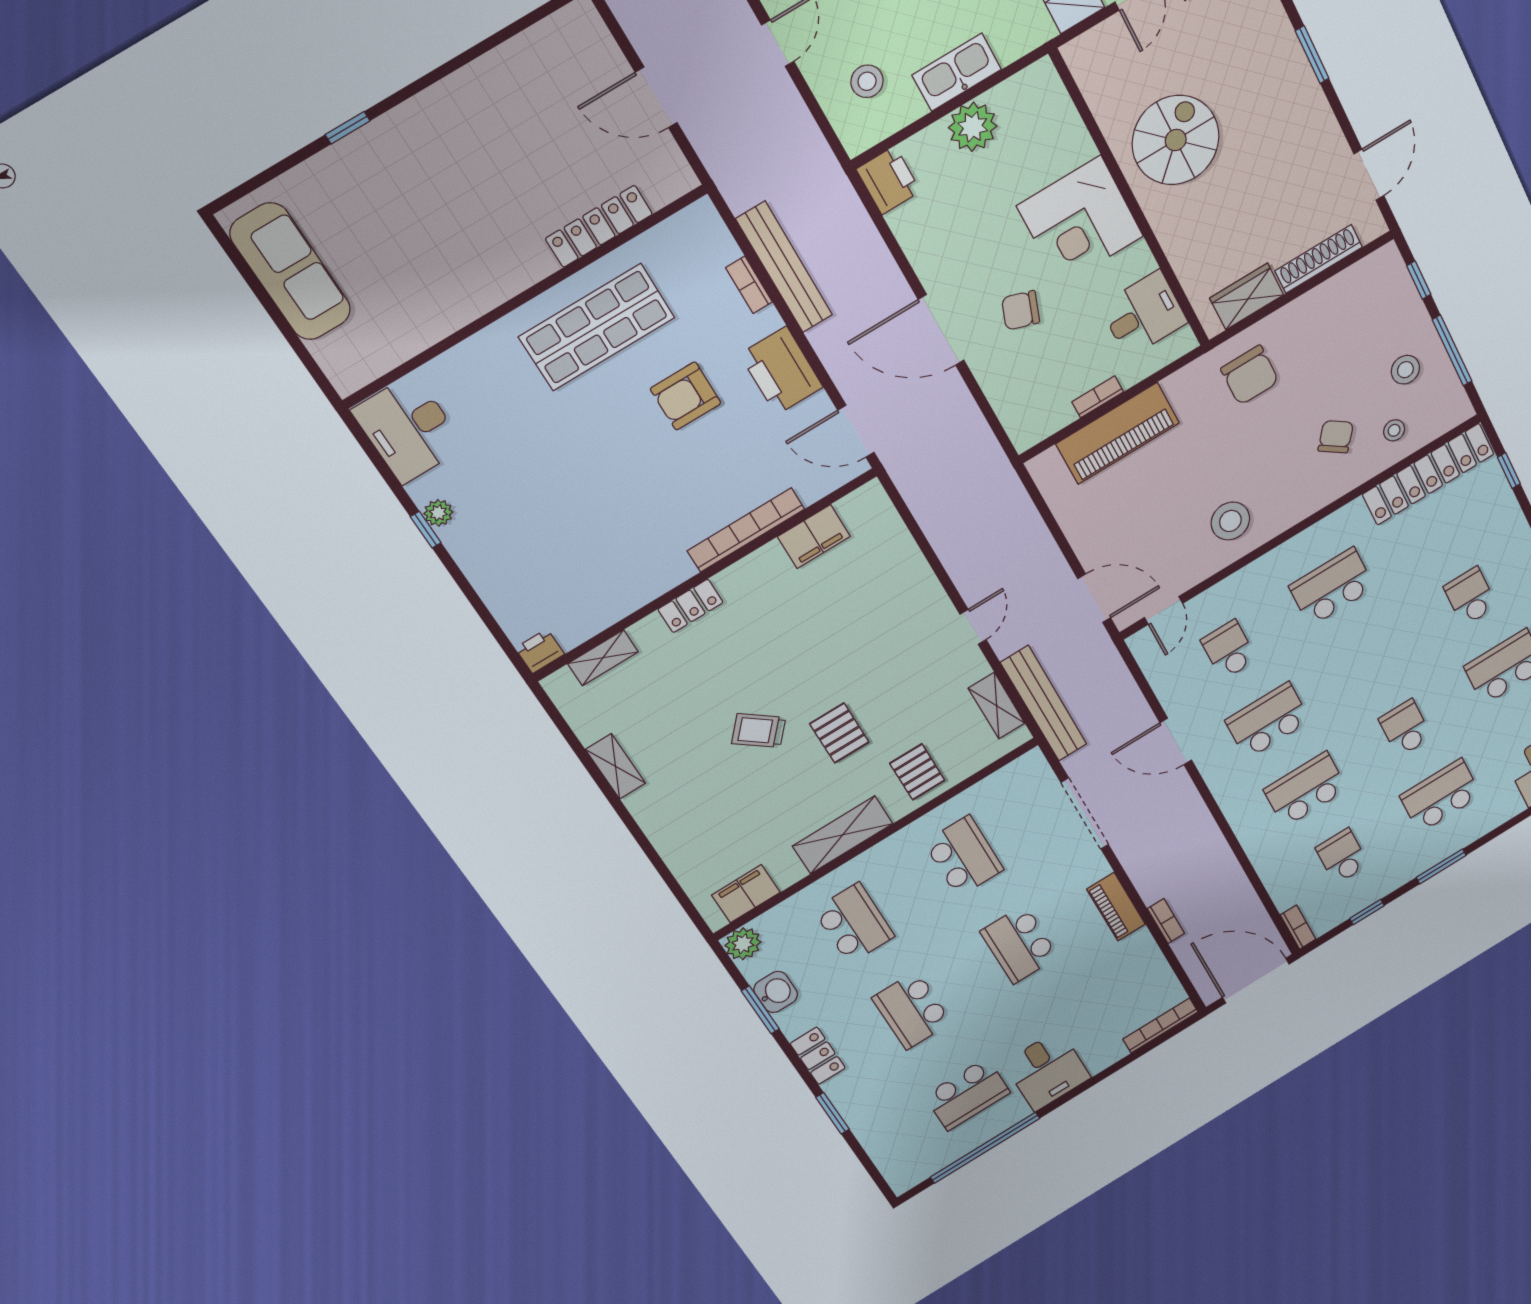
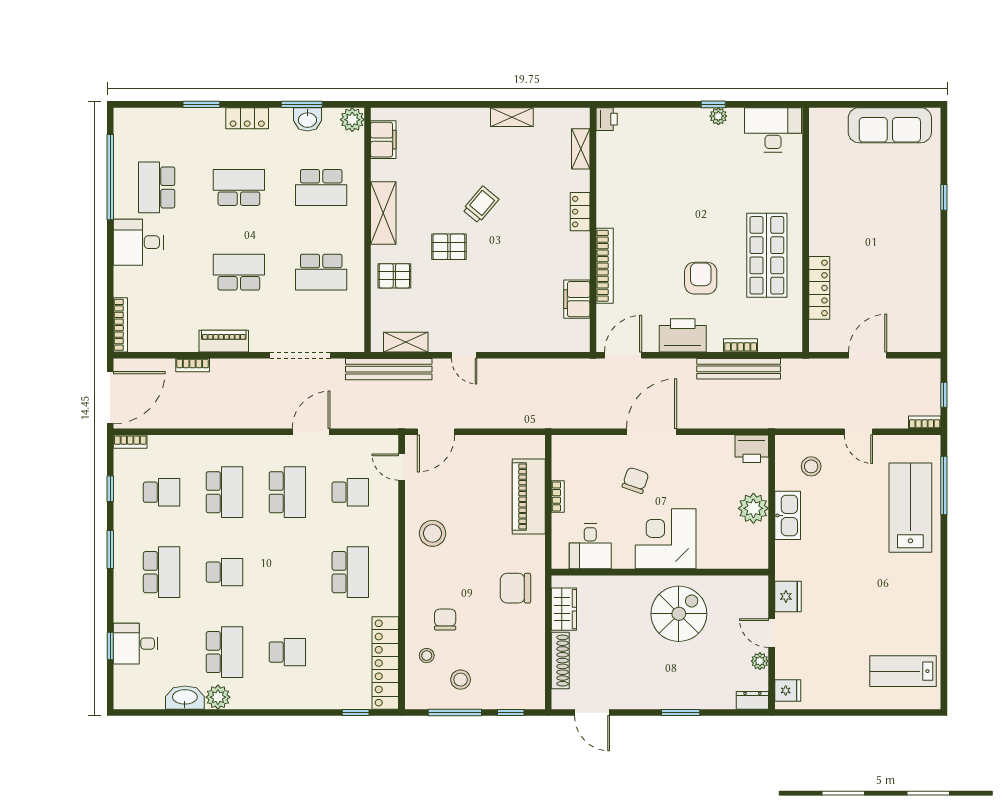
spiral stairs: (1176, 140) -> (679, 614), turned -90
chair: (1336, 437) -> (445, 620), turned -127

